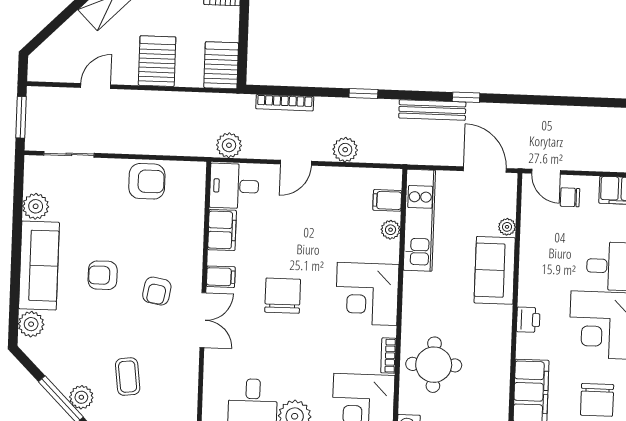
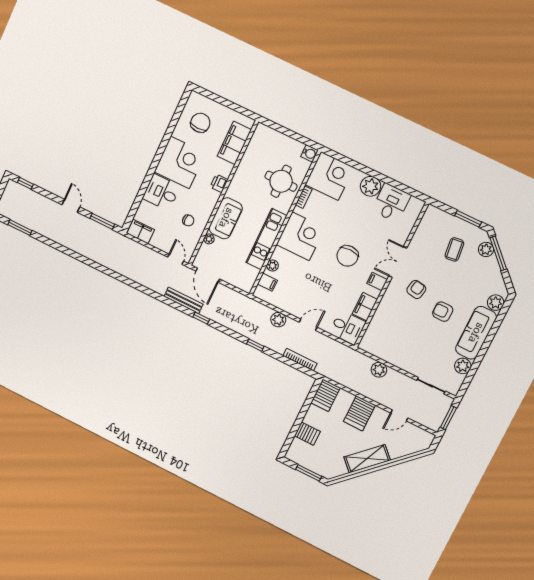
bench: (432, 110) -> (183, 300), moved
plant: (229, 145) -> (379, 370), moved
armchair: (147, 181) -> (394, 352), removed
chair: (570, 197) -> (188, 220), moved
kitchen unit: (419, 220) -> (266, 239), moved
armchair: (103, 275) -> (443, 312), turned 180

